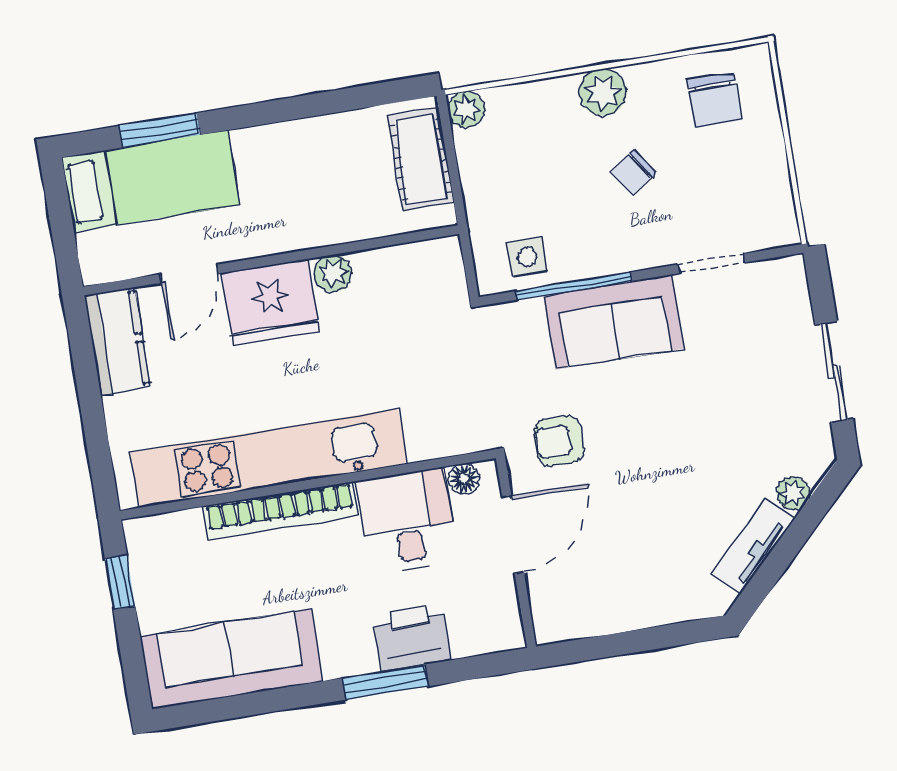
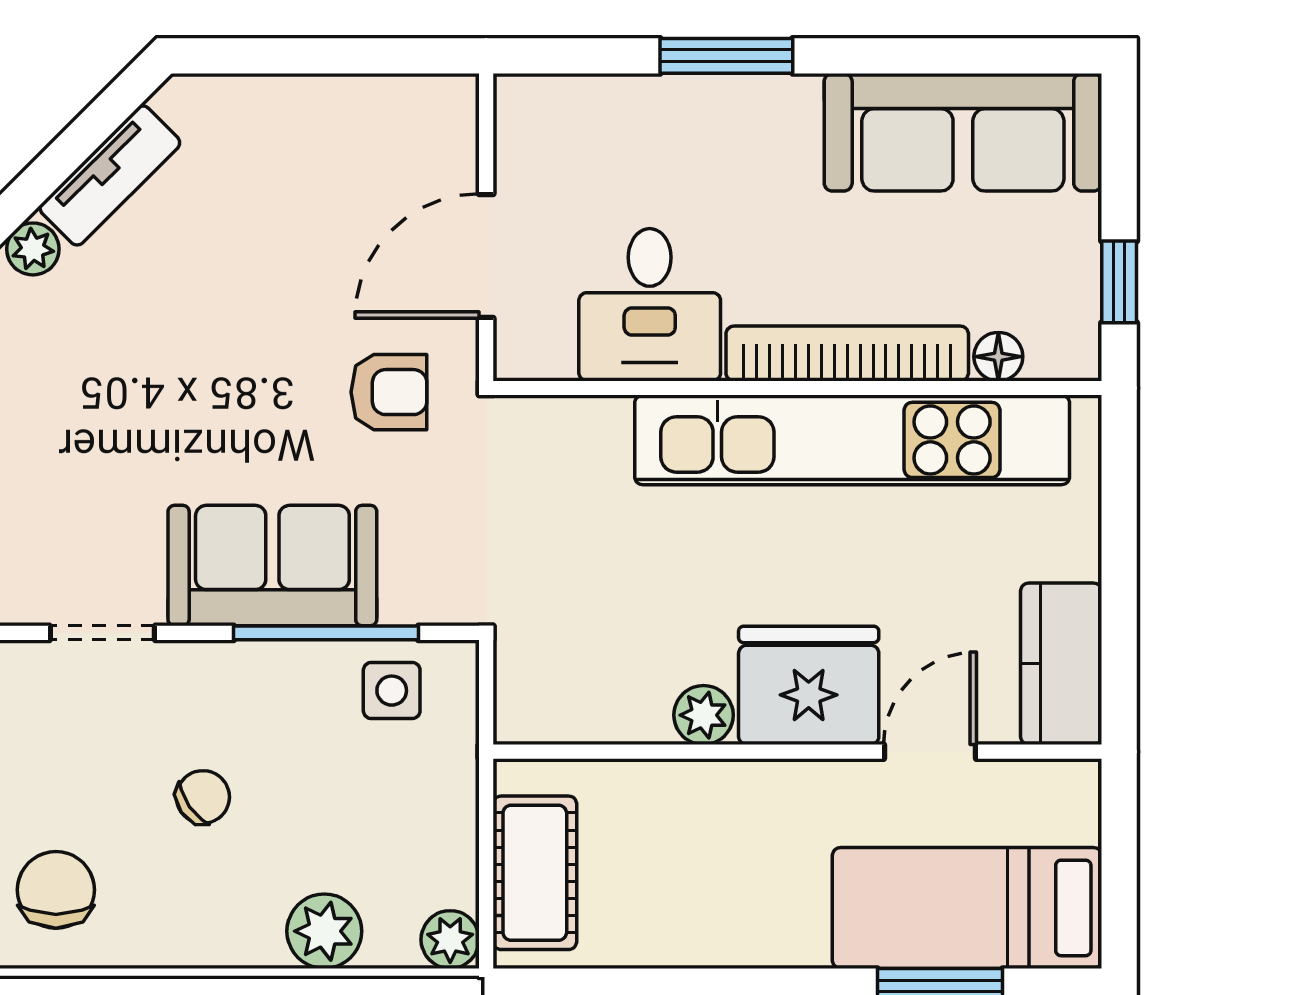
plant: (603, 92) -> (324, 931), moved
floor lamp: (464, 479) -> (998, 357), moved
printer: (412, 638) -> (673, 119), removed

